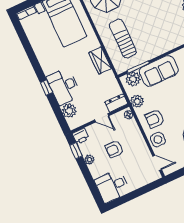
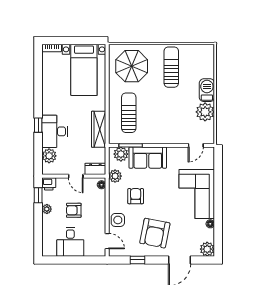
wardrobe: (100, 61) -> (99, 129), width x1.50
armchair: (155, 119) -> (136, 196), moved, turned 90
desk: (112, 186) -> (70, 242), moved, turned -90

